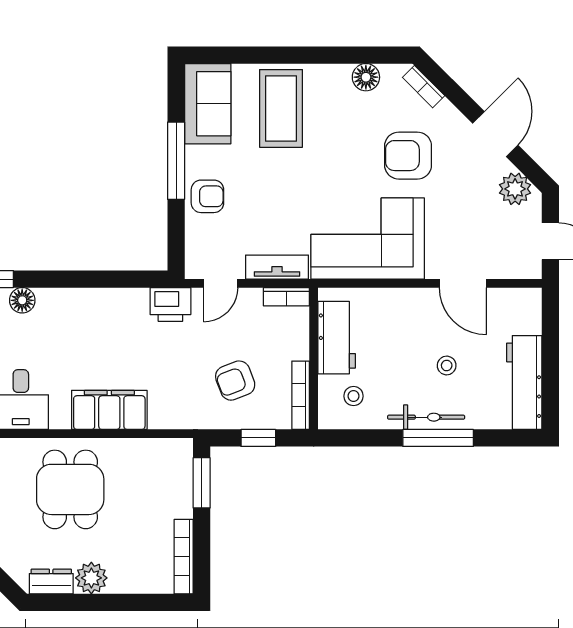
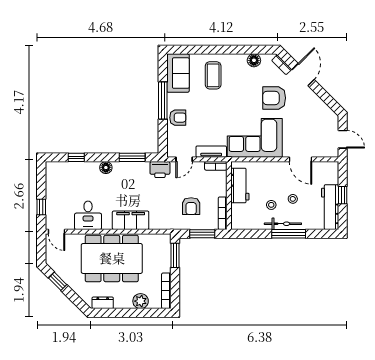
coffee table: (281, 108) -> (213, 75), width x0.73, depth x0.76
door: (495, 134) -> (303, 75), moved
plant: (515, 189) -> (326, 114), removed
window: (113, 279) -> (132, 157), added
floor lamp: (22, 300) -> (106, 168), moved
window: (550, 358) -> (343, 195), added
armchair: (235, 381) -> (191, 206), turned -69
stool: (354, 396) -> (271, 205), moved
window: (258, 438) -> (202, 234), width x1.50
dining table: (70, 489) -> (112, 258), width x1.88, depth x1.24
plant: (91, 578) -> (141, 301), moved

